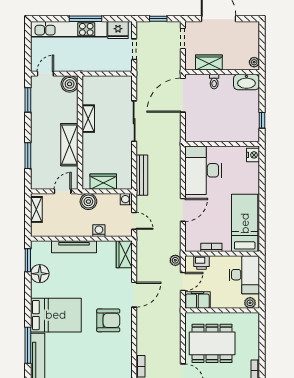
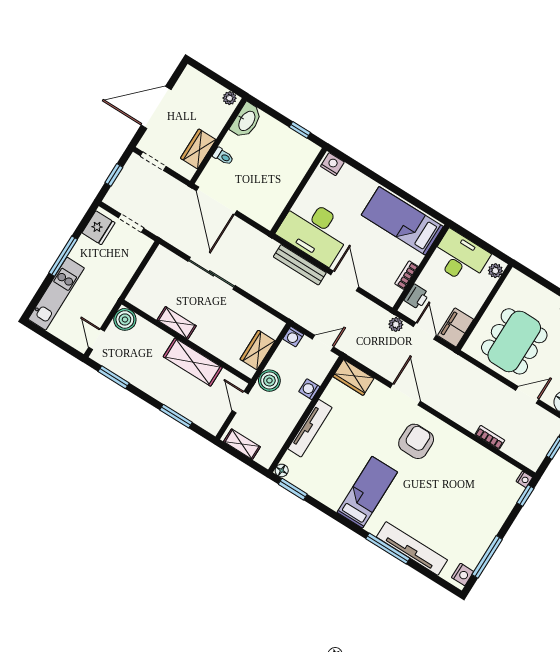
kitchen unit: (69, 29) -> (56, 294), width x0.73
bench: (142, 175) -> (300, 265), moved
floor lamp: (40, 274) -> (282, 470), moved, width x0.53, depth x0.53
bed: (56, 315) -> (367, 492), width x0.67

